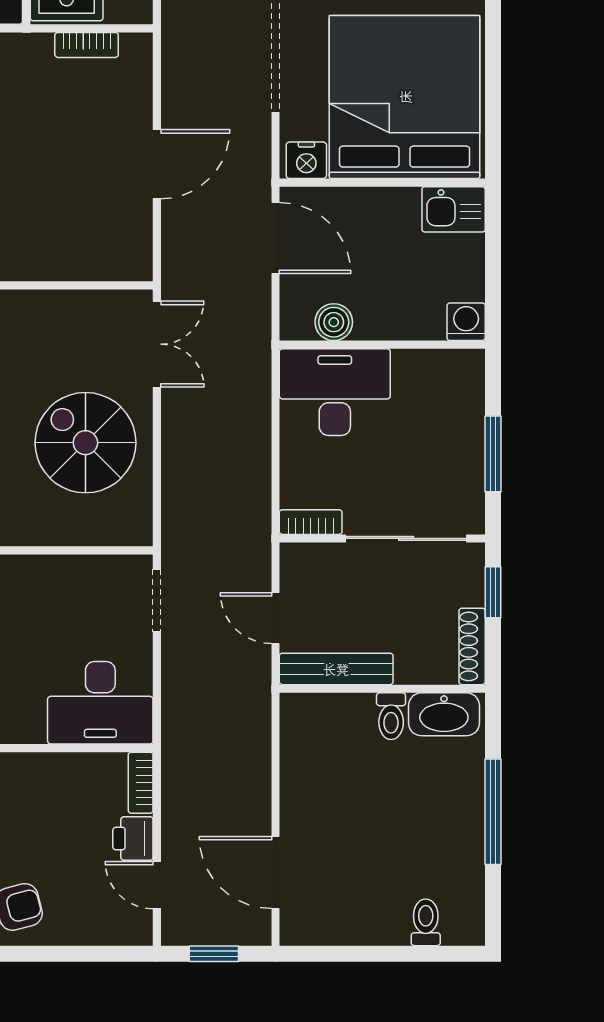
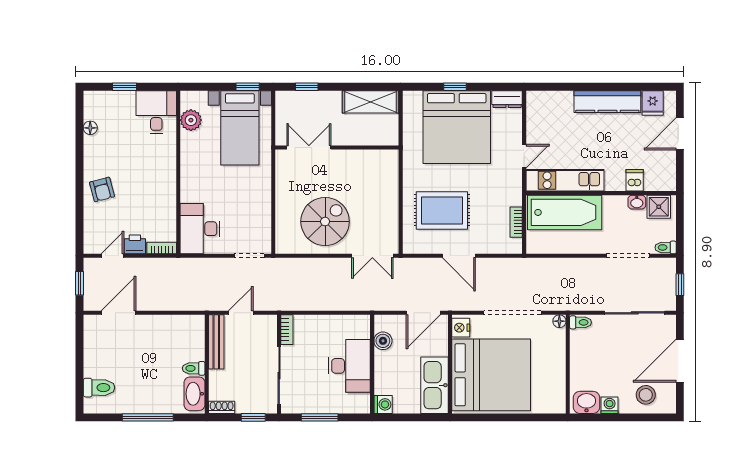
rug: (62, 199) -> (442, 210), added
kitchen sink: (454, 209) -> (434, 385), width x1.88, depth x1.24
desk: (335, 392) -> (349, 366), moved
shoe rack: (472, 646) -> (222, 407), width x0.70
toilet: (426, 922) -> (99, 388), width x1.37, depth x1.39

